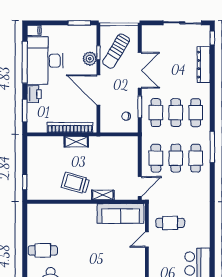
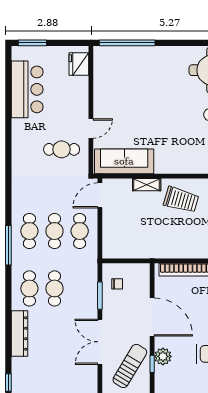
dresser: (204, 65) -> (19, 333), moved
cafe table: (156, 113) -> (80, 288), removed
shelving: (76, 142) -> (180, 252), removed

